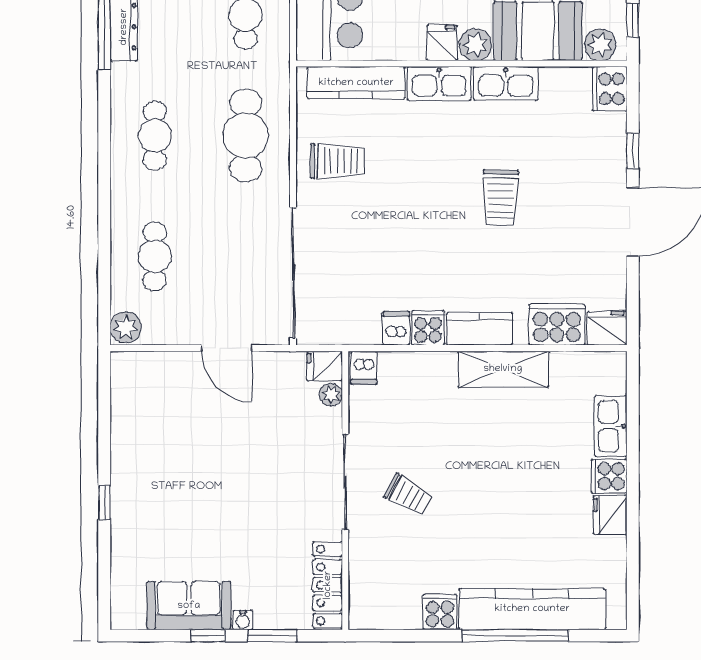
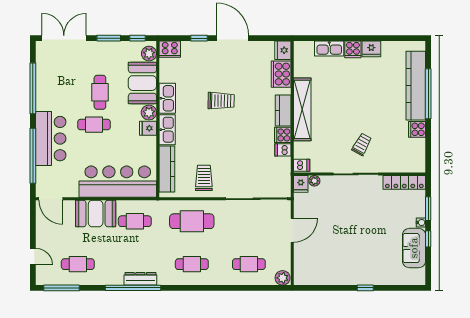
shelving: (503, 369) -> (302, 109), width x1.47

